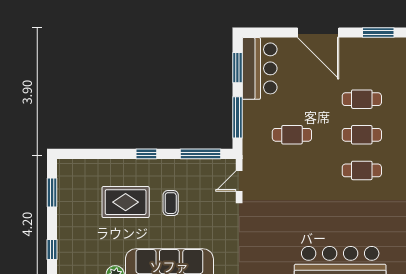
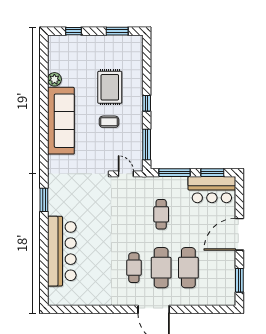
cafe table: (362, 99) -> (188, 268), width x1.37, depth x1.35
cafe table: (362, 135) -> (161, 268), width x1.37, depth x1.35

